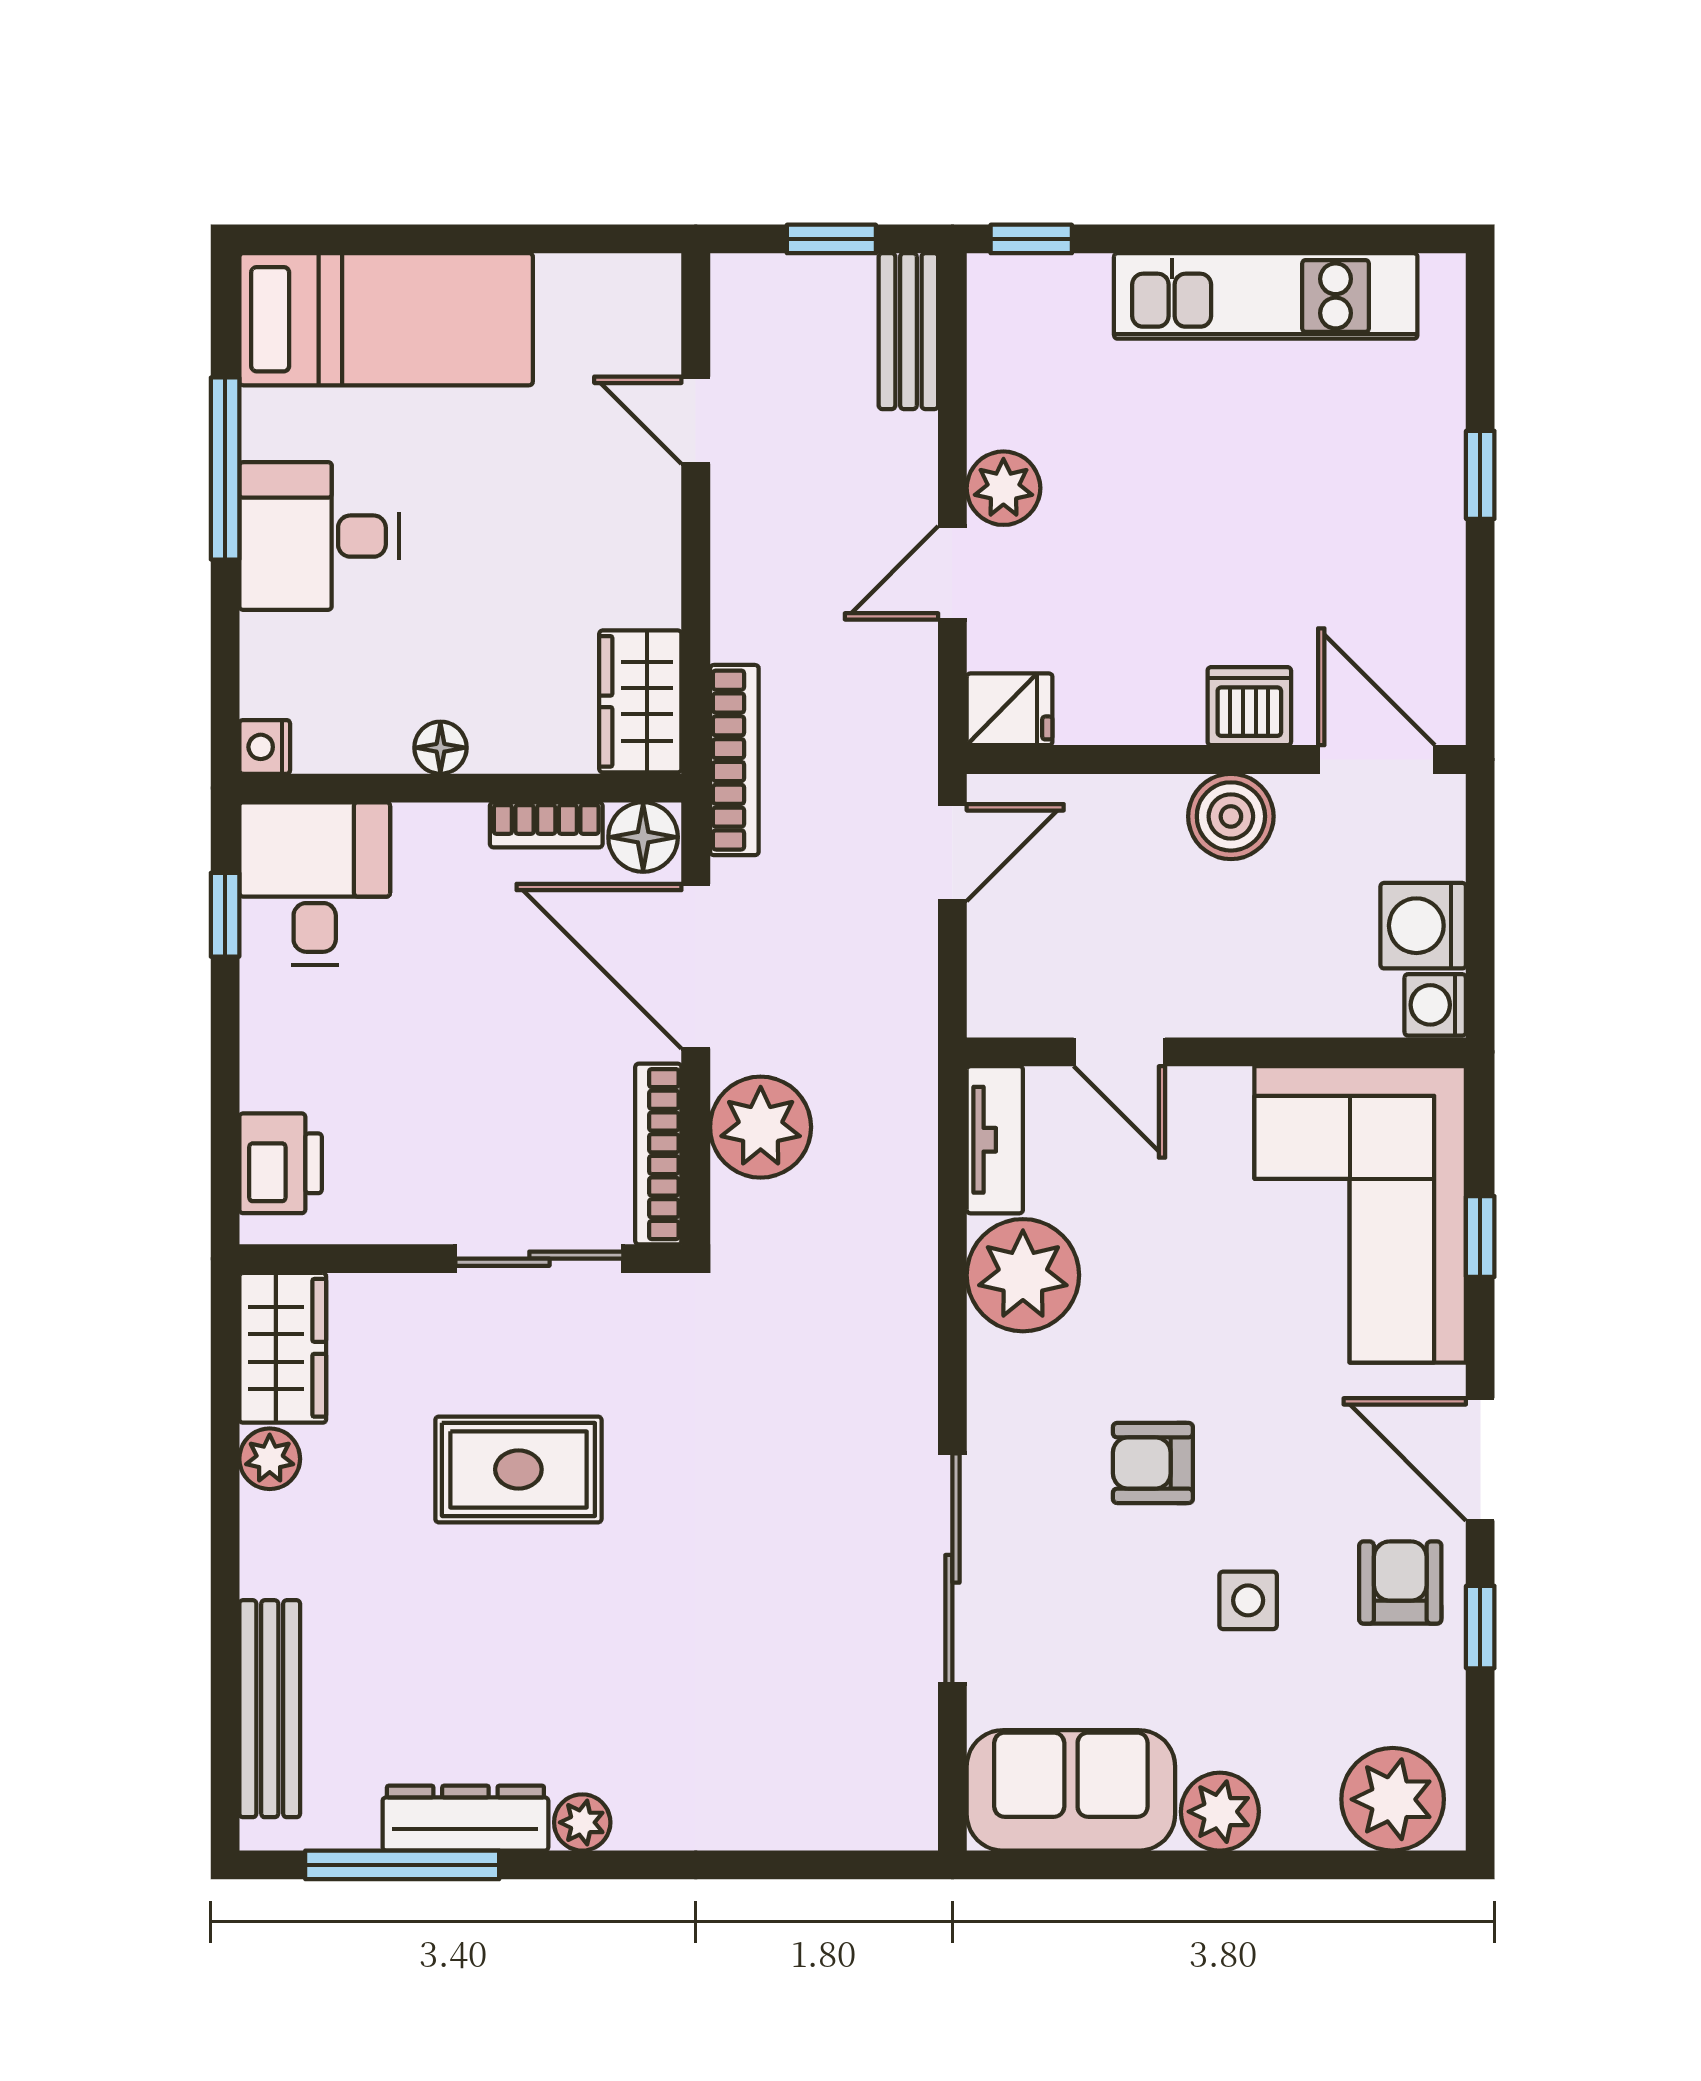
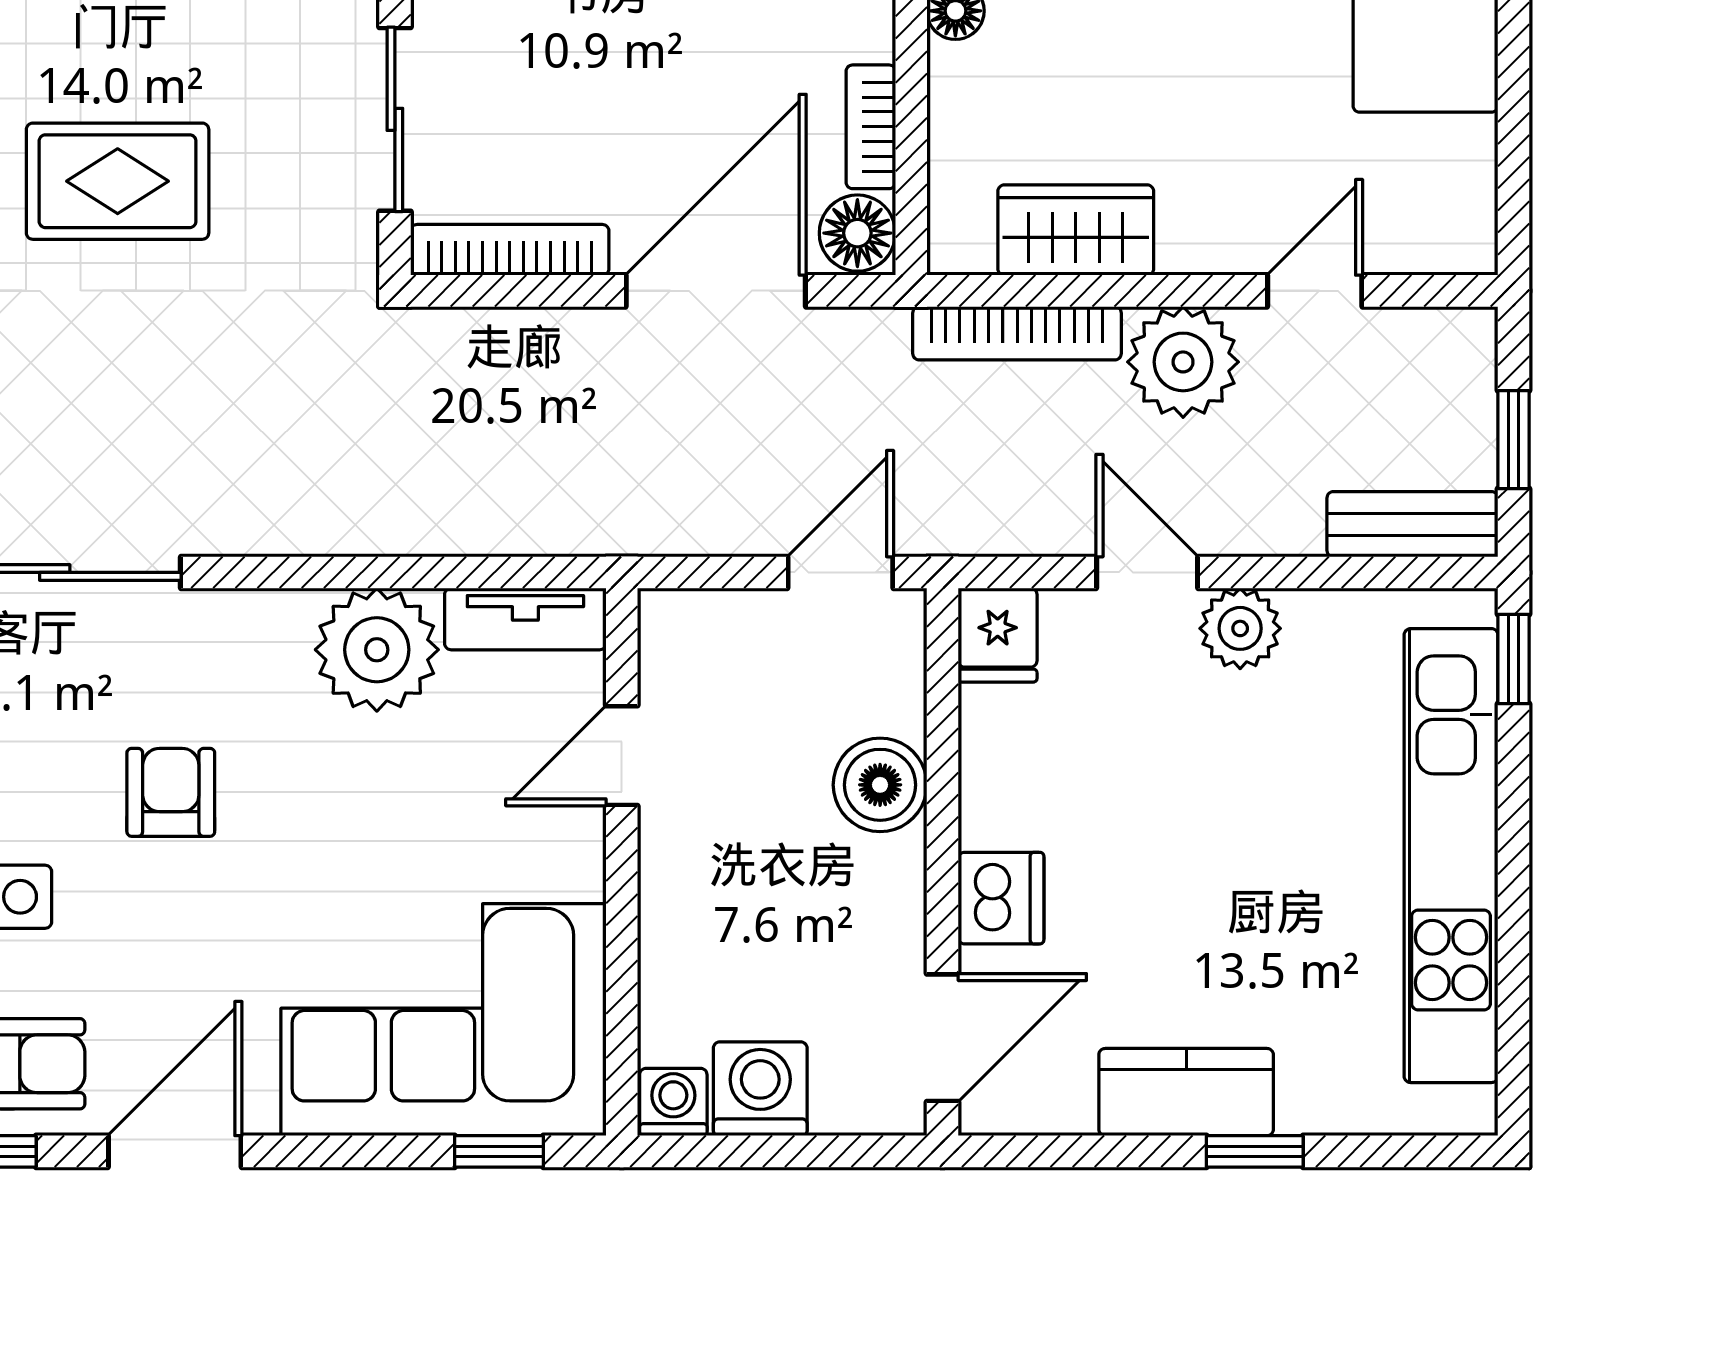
kitchen unit: (1266, 296) -> (1451, 856), width x1.36
kitchen counter: (1426, 537) -> (1186, 1092), added
wardrobe: (640, 701) -> (1076, 230), moved
bookcase: (734, 760) -> (1017, 333), moved
boiler: (1231, 816) -> (880, 785), moved
door: (952, 853) -> (840, 572), swing flipped
plant: (761, 1127) -> (1183, 362), moved
window: (1480, 1237) -> (499, 1151), moved
rug: (518, 1469) -> (118, 181), moved, turned 90

